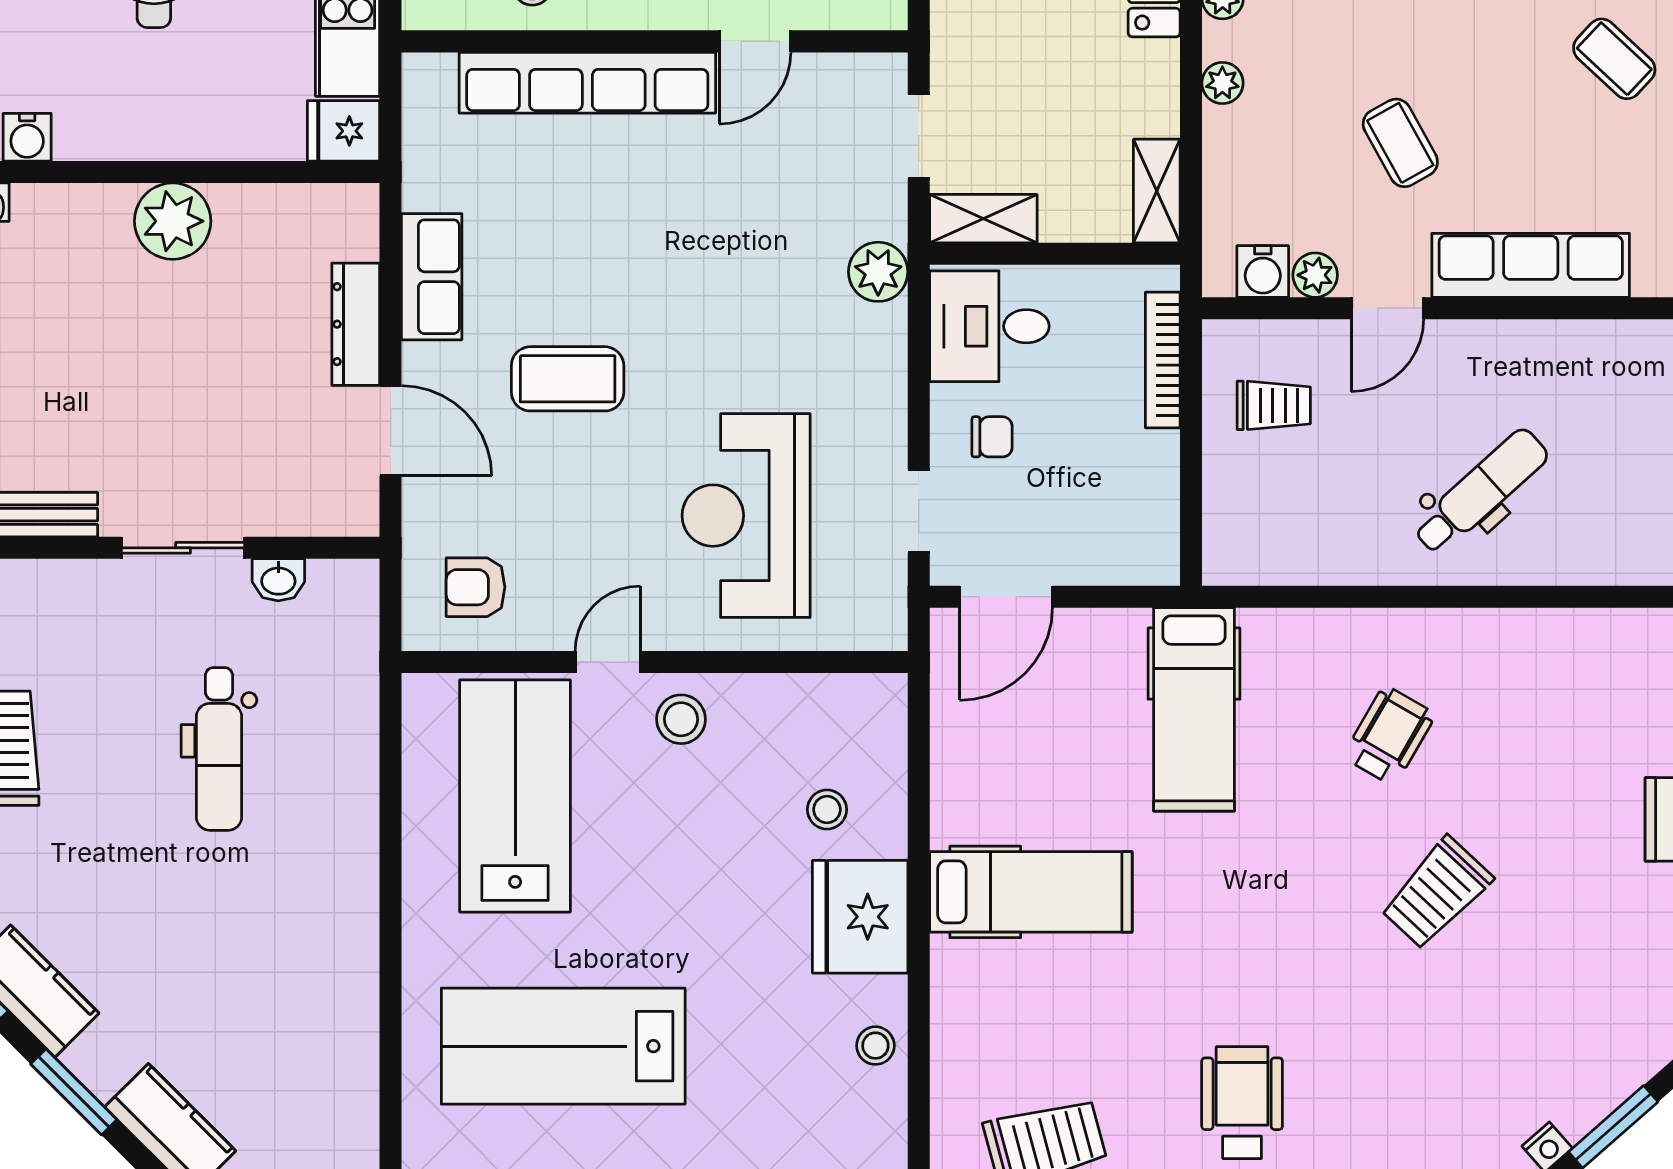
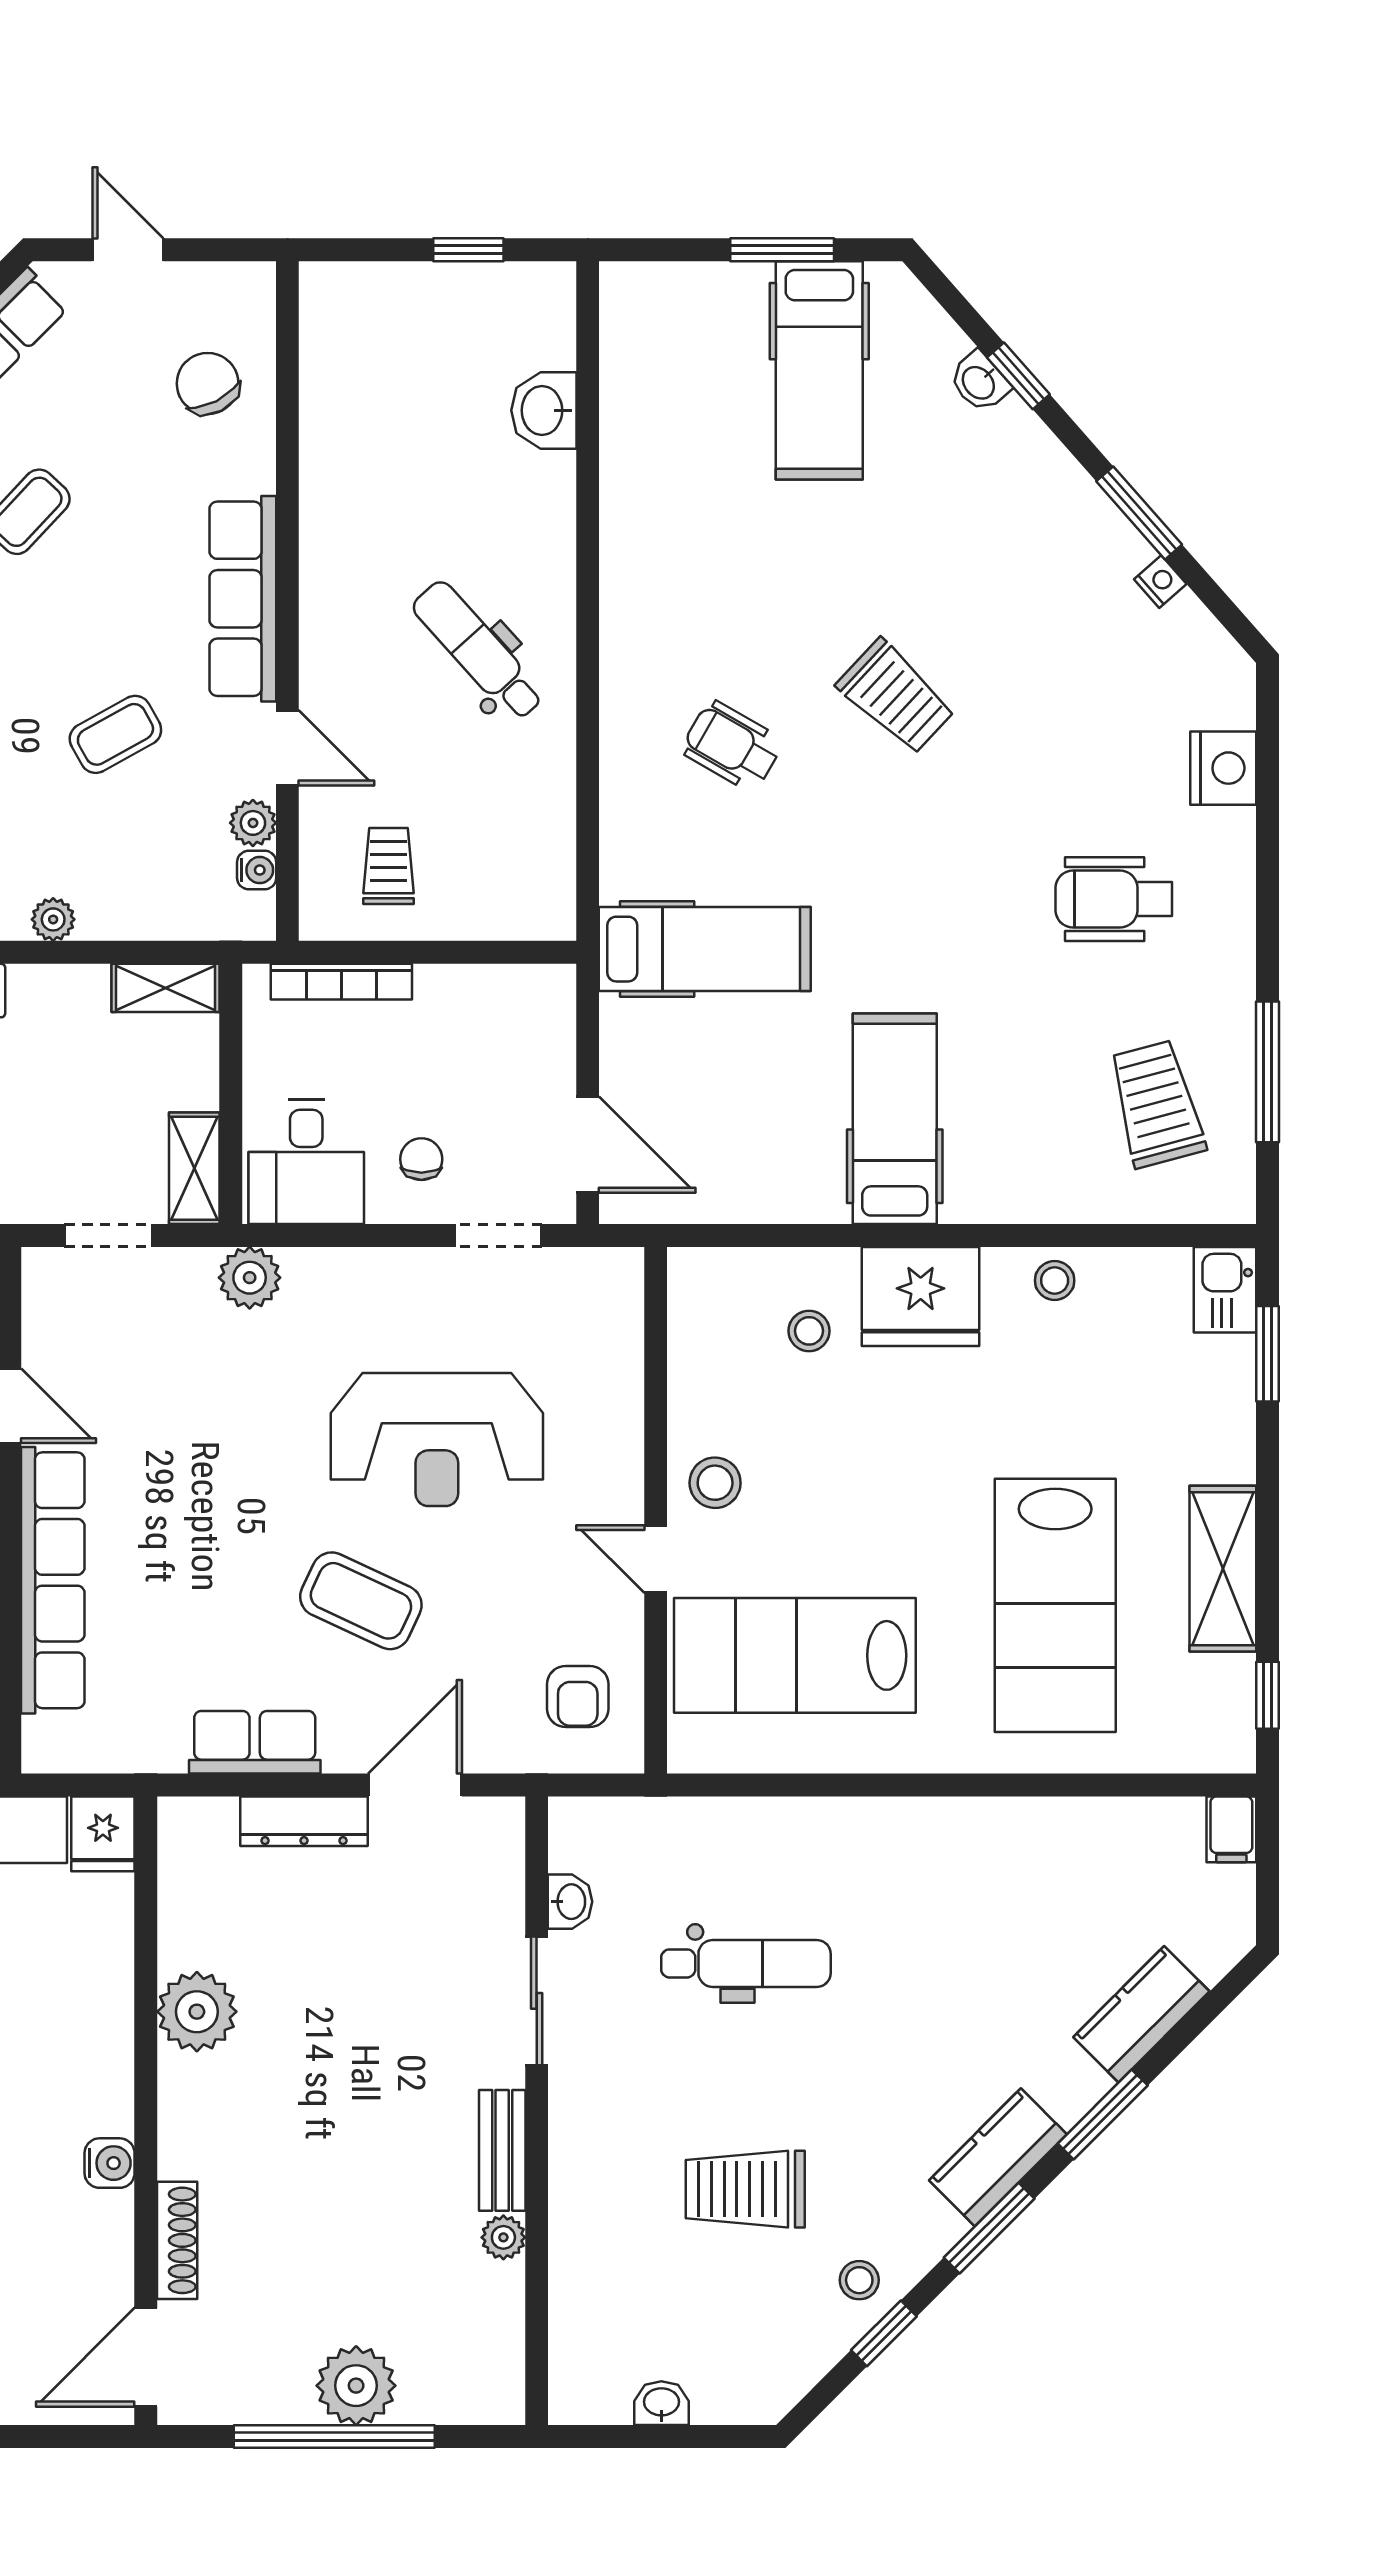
water cooler: (1263, 271) -> (257, 870), width x0.72, depth x0.72
coffee table: (568, 379) -> (361, 1601), turned -65
reception desk: (746, 516) -> (437, 1440), moved

